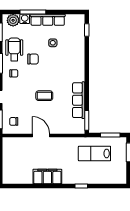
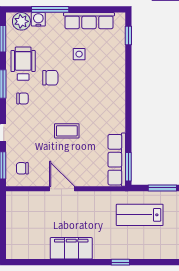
row of seats: (48, 20) -> (89, 21), moved
row of seats: (79, 100) -> (117, 160), moved

